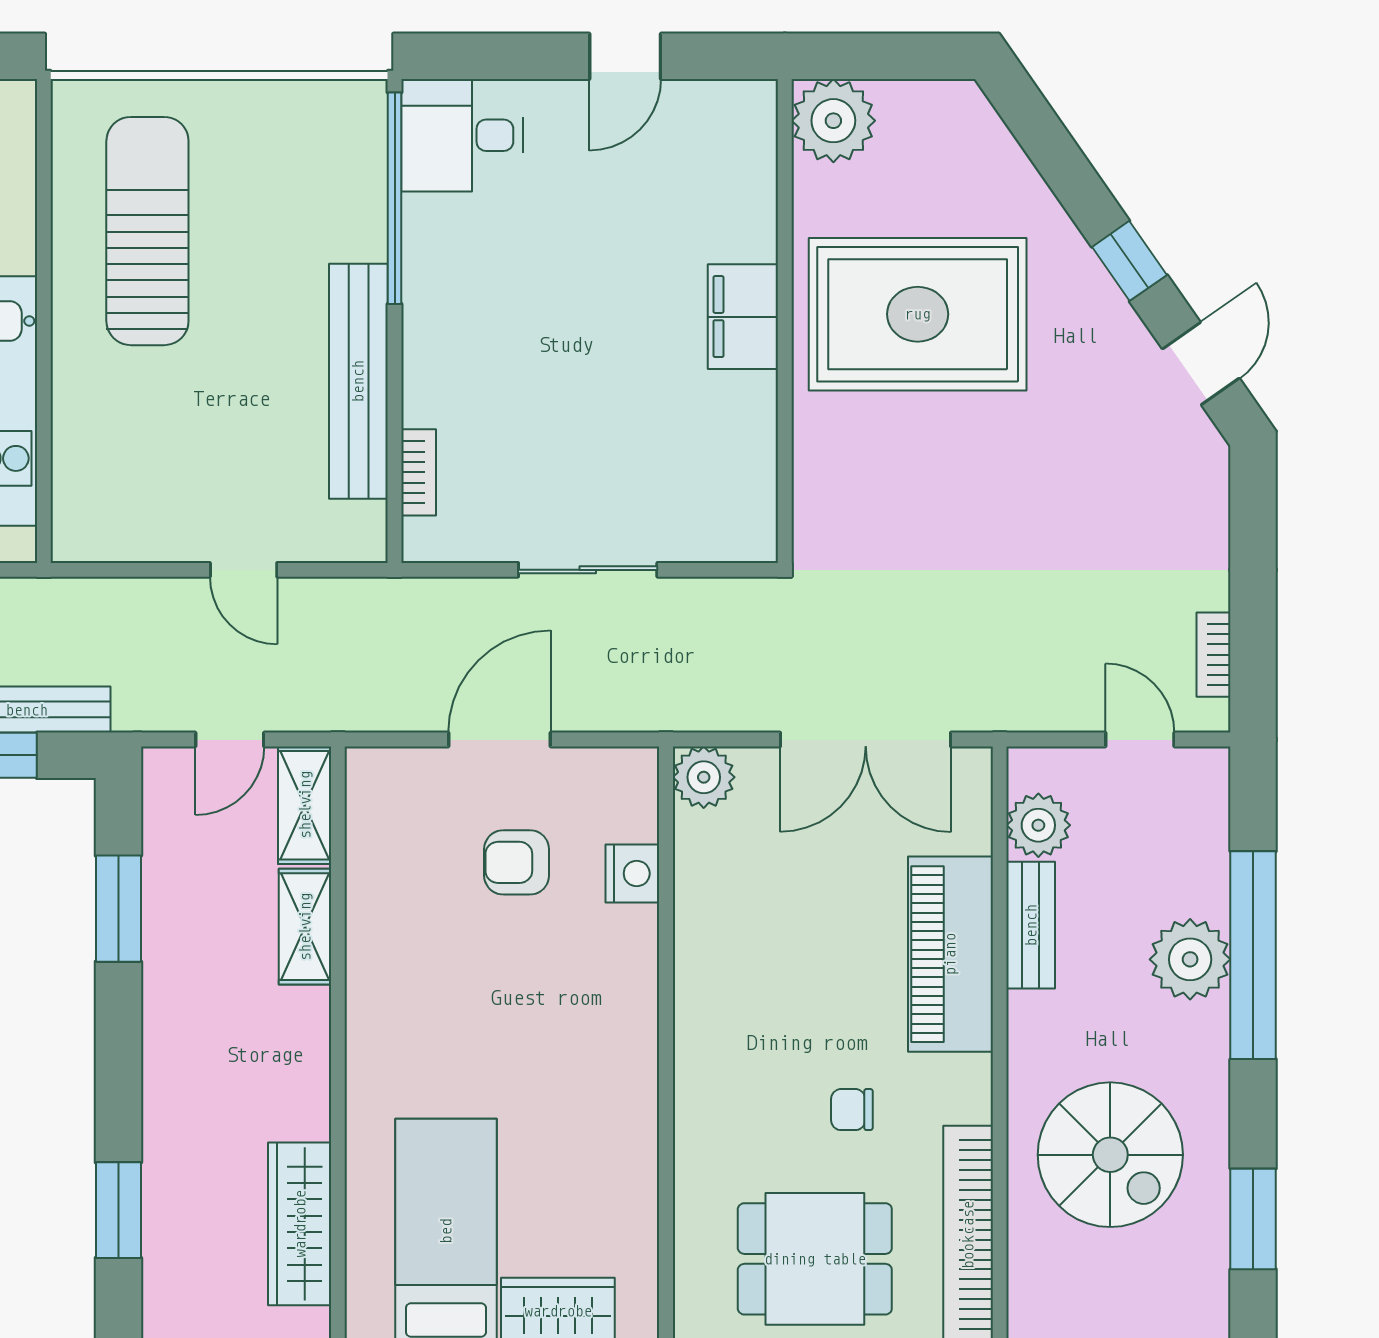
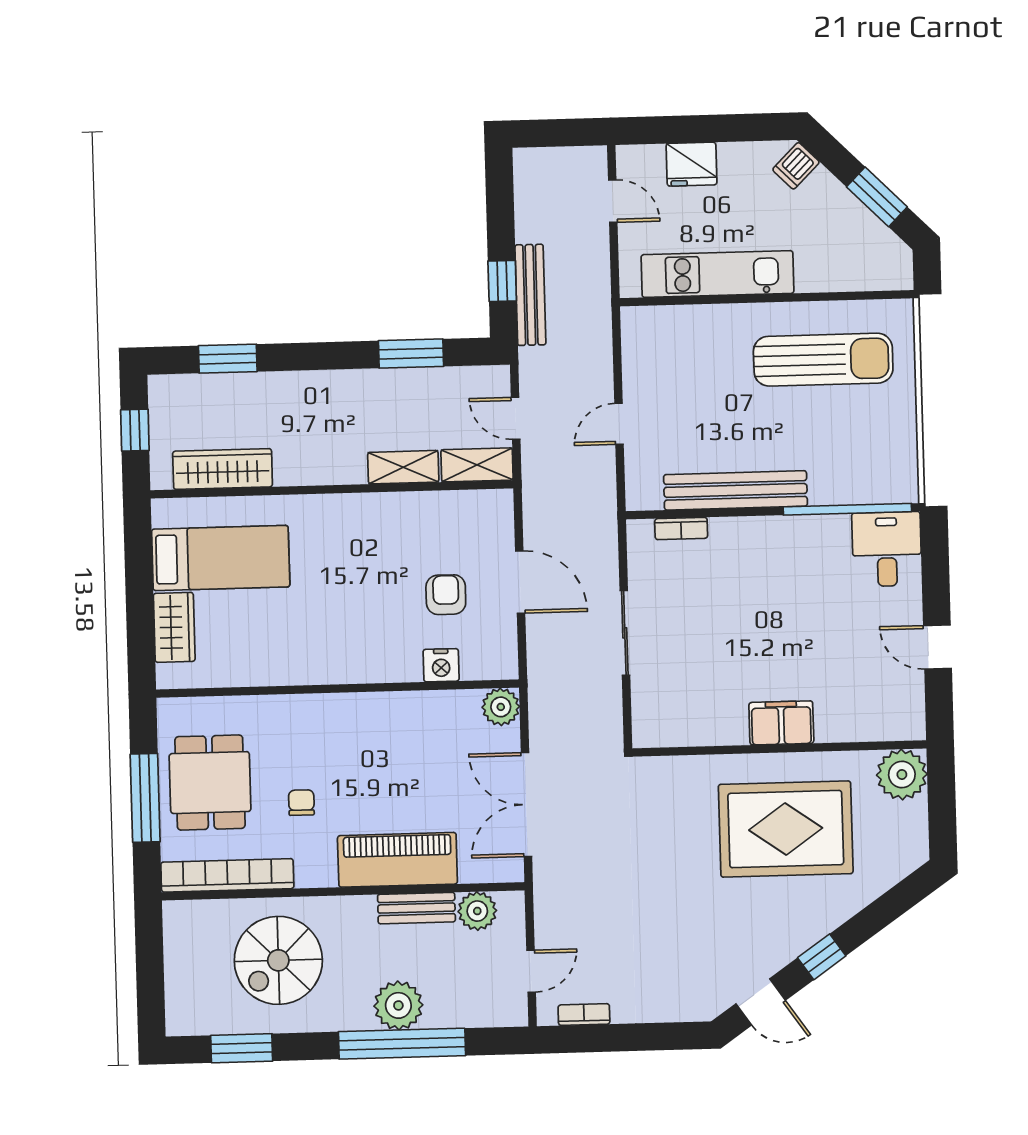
rug: (918, 314) -> (786, 829), turned 90

